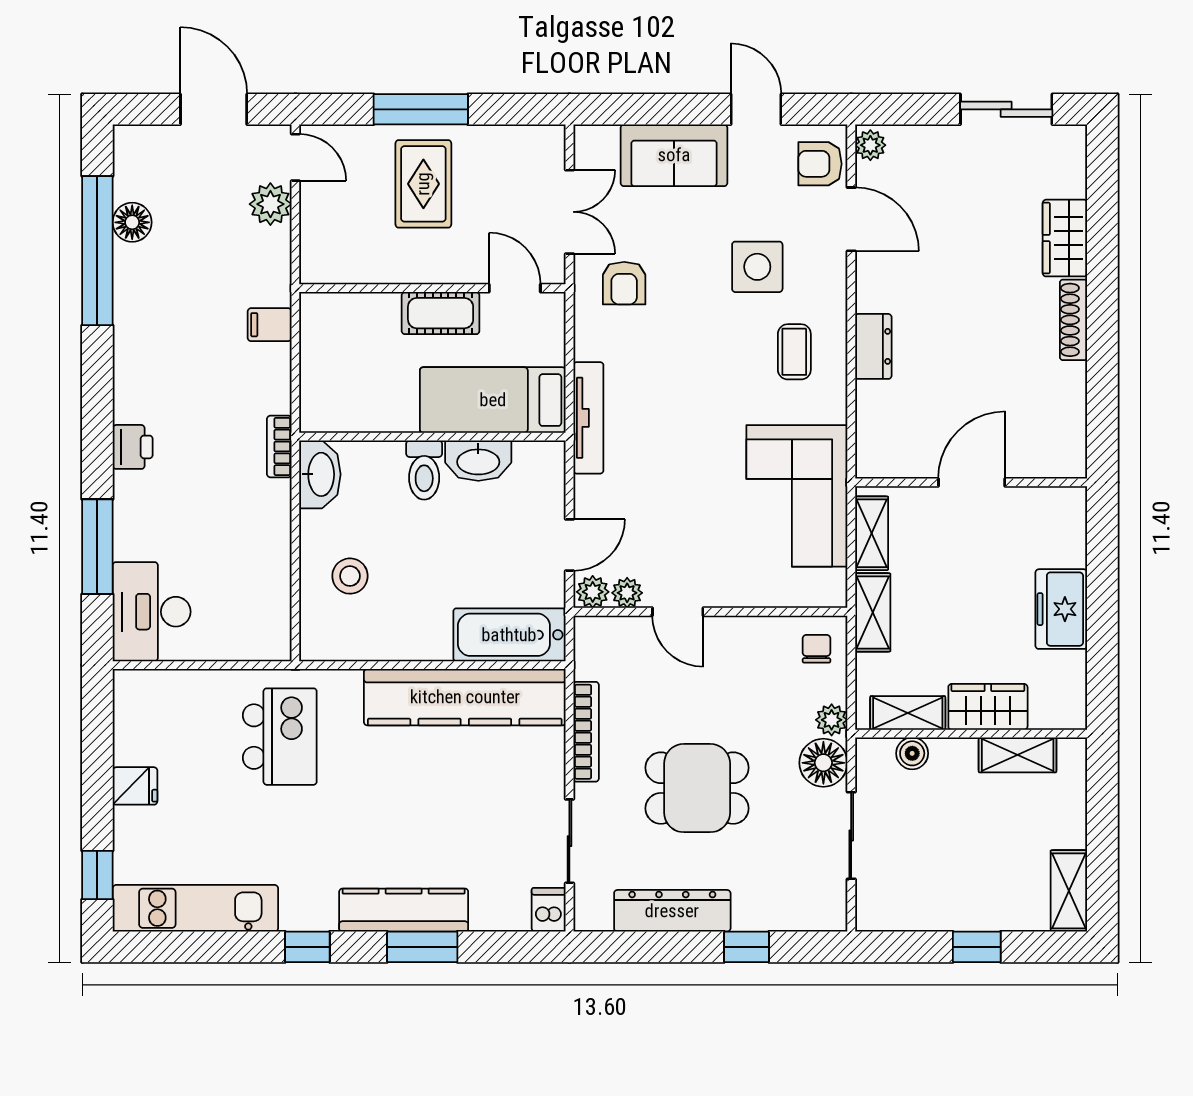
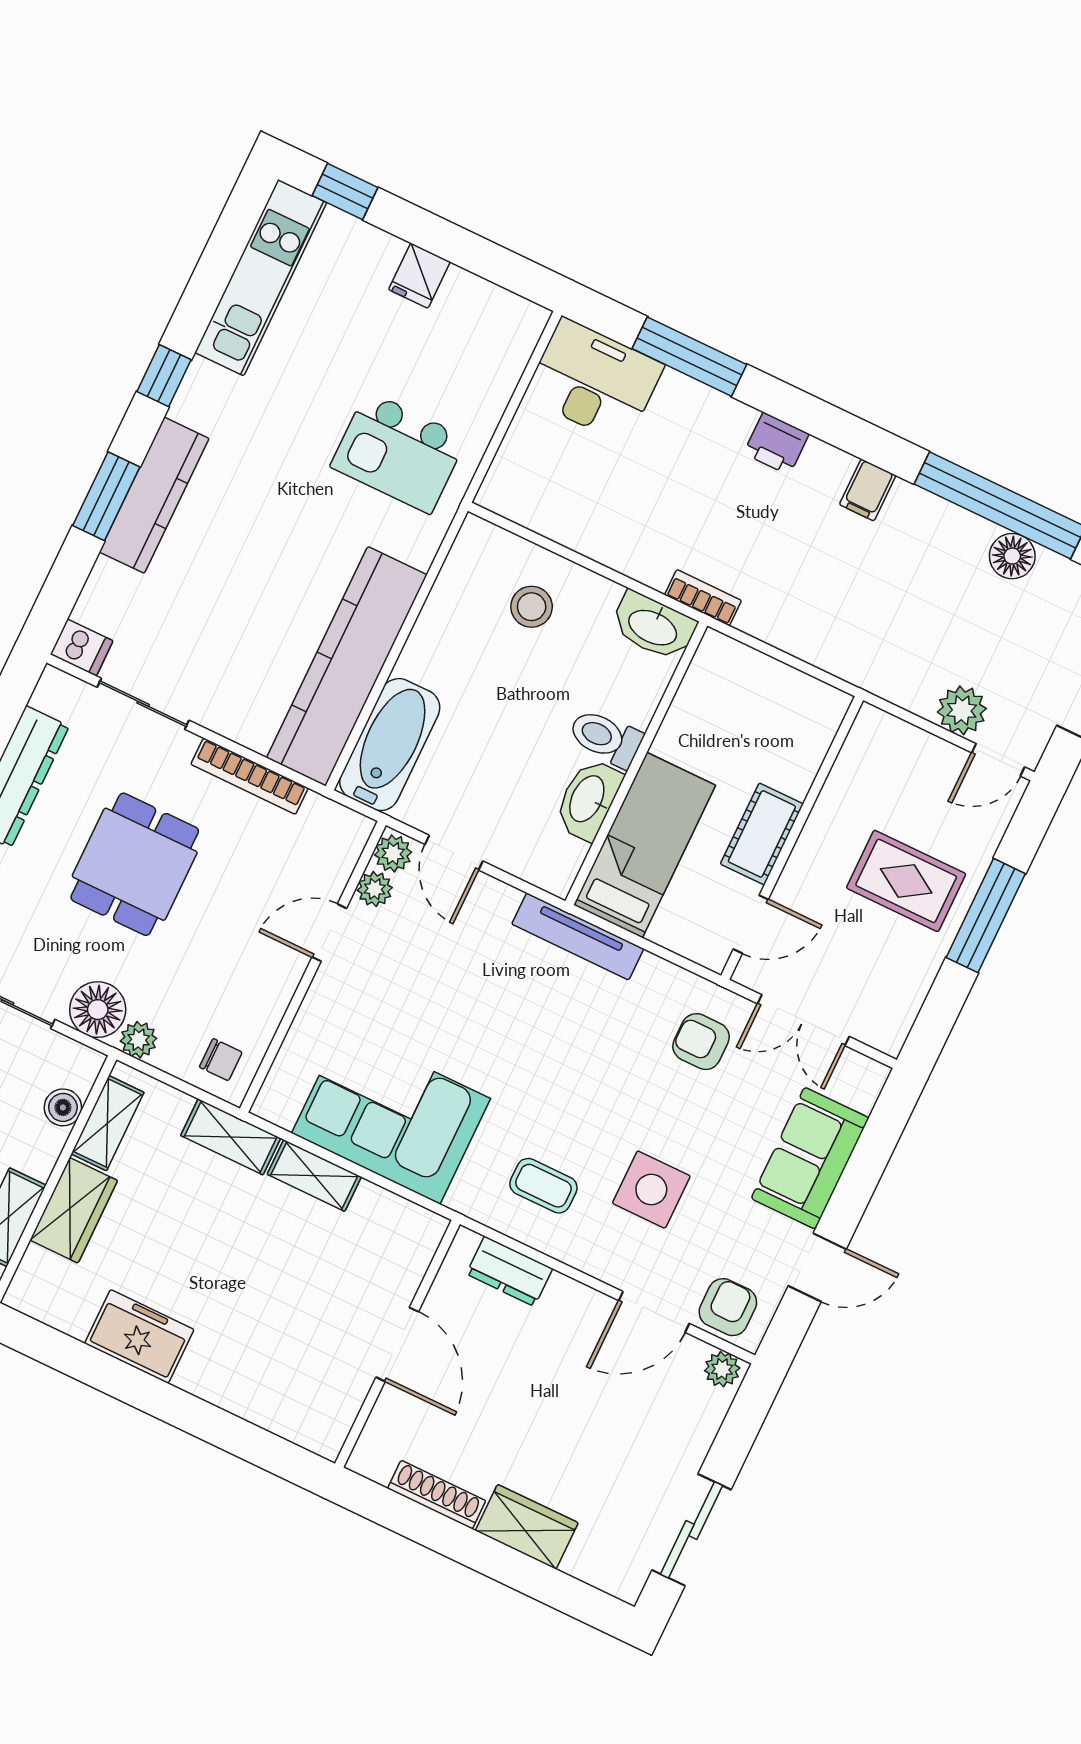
filing cabinet: (270, 325) -> (868, 490), moved, turned 180
wall: (971, 482) -> (398, 1344), moved
door: (972, 482) -> (397, 1344), moved

